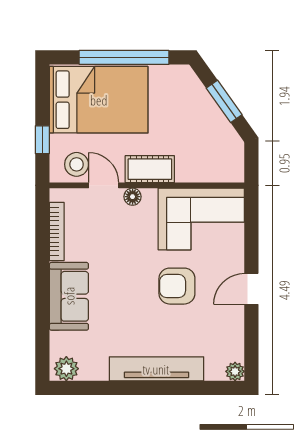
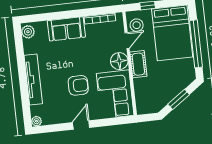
floor lamp: (133, 197) -> (119, 61), width x1.89, depth x1.89
armchair: (177, 286) -> (78, 85), turned 90
door: (251, 289) -> (81, 125), hinge flipped

